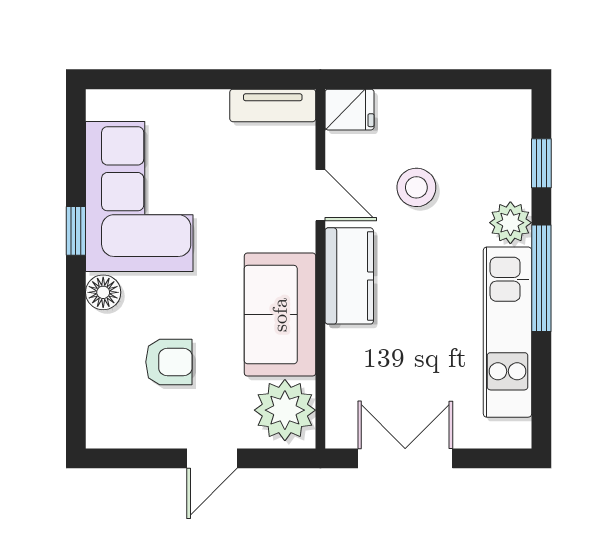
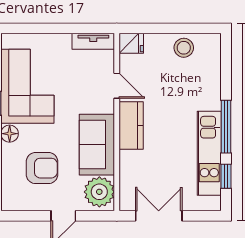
window: (541, 163) -> (226, 176), moved
stool: (416, 187) -> (184, 48), moved
plant: (510, 223) -> (211, 99), removed
armchair: (169, 362) -> (42, 168), width x1.38, depth x1.38

